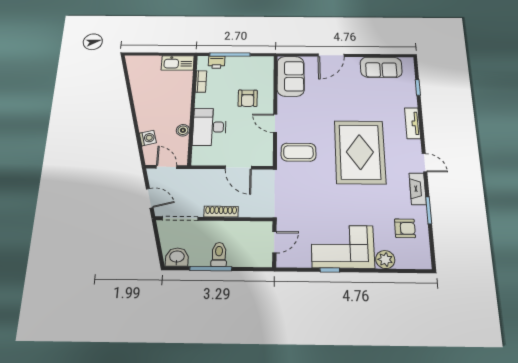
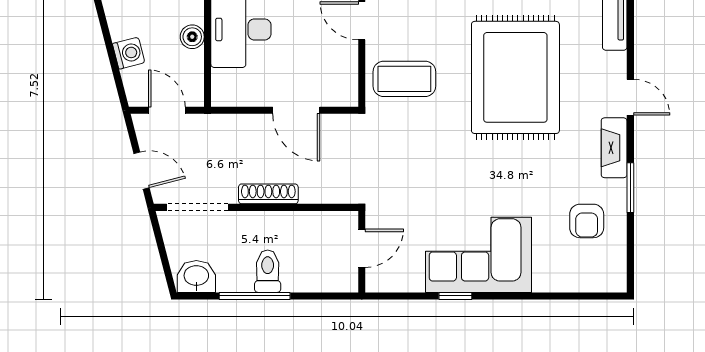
armchair: (405, 228) -> (587, 221), turned 90
plant: (385, 260) -> (550, 277), removed

